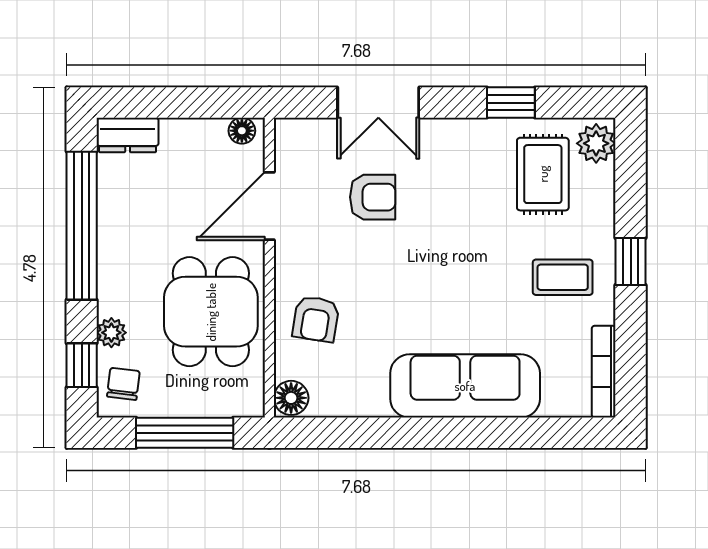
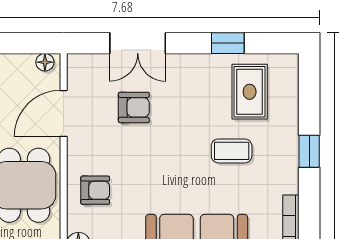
plant: (596, 143) -> (286, 71), removed
coffee table: (563, 277) -> (232, 151), moved
armchair: (316, 319) -> (95, 190), turned -99

